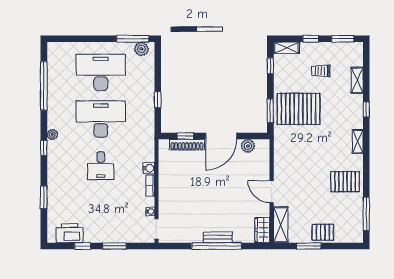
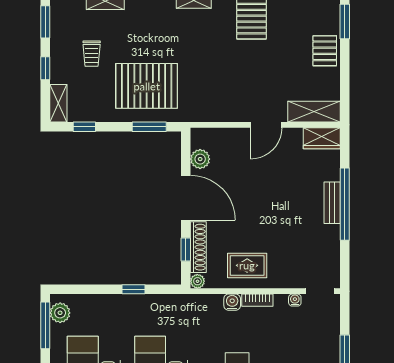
pallet: (299, 109) -> (147, 86), turned 90
plant: (163, 144) -> (197, 281), added
rug: (174, 178) -> (247, 265), added
window: (309, 246) -> (345, 22), moved

